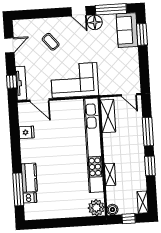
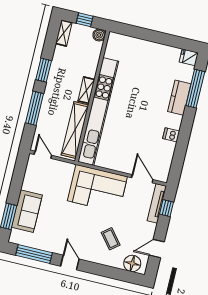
floor lamp: (95, 22) -> (132, 263), moved
sofa: (127, 30) -> (27, 211), moved
shelving: (108, 116) -> (75, 130), width x1.47
fridge: (27, 132) -> (189, 57), moved
shelving: (110, 174) -> (86, 90), moved
dishwasher: (30, 198) -> (171, 135), moved
plant: (96, 208) -> (116, 43), removed

